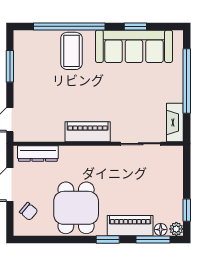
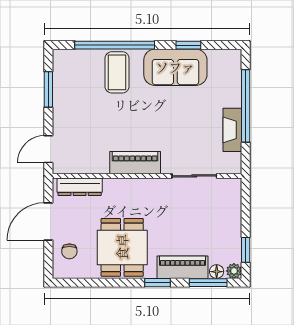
sofa: (134, 46) -> (175, 67), width x0.73
fireplace: (175, 122) -> (232, 130), moved
chair: (29, 211) -> (69, 251), turned 50

